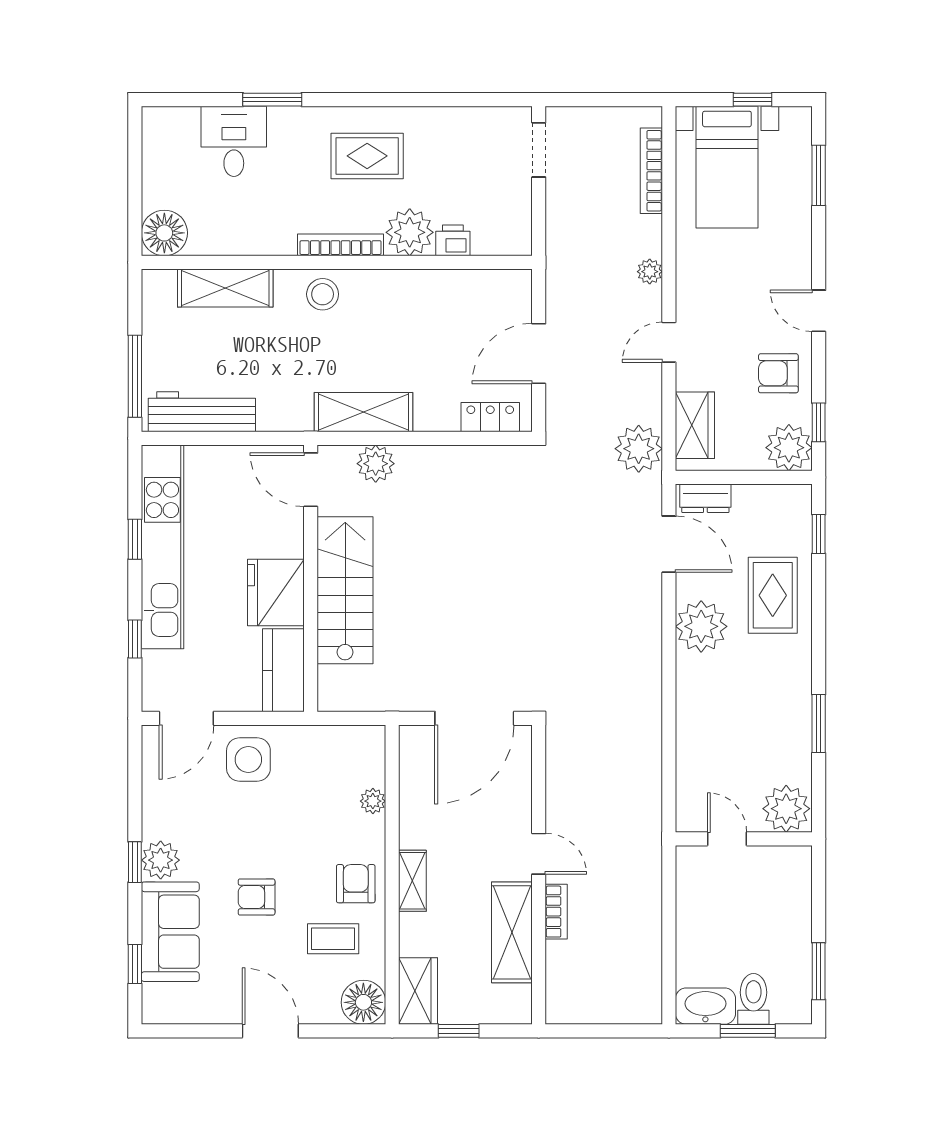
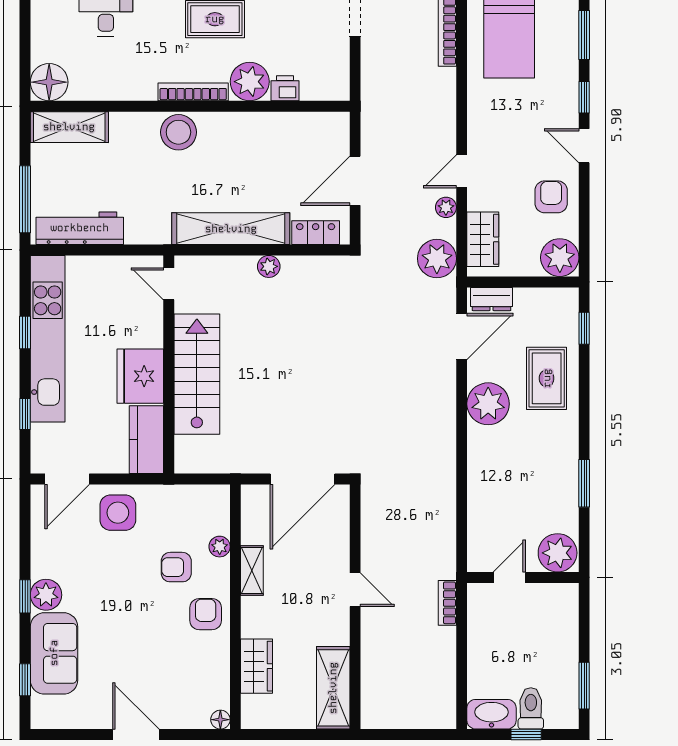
plant: (650, 272) -> (446, 207), moved
shelving: (225, 288) -> (69, 127), moved
stool: (323, 294) -> (178, 132), width x1.38, depth x1.38
armchair: (778, 373) -> (551, 197), turned 90
shelving: (364, 412) -> (231, 229), width x1.47
window: (819, 422) -> (584, 97), moved
plant: (376, 464) -> (269, 266), moved, width x0.73, depth x0.73
door: (311, 480) -> (169, 284), width x0.73
door: (669, 544) -> (462, 337), hinge flipped
door: (727, 839) -> (509, 577), hinge flipped
shelving: (412, 881) -> (252, 570), moved
armchair: (257, 897) -> (176, 567), moved
bookcase: (556, 912) -> (447, 603), moved, turned 180
shelving: (512, 932) -> (333, 688), moved
coffee table: (333, 939) -> (187, 659), removed
wardrobe: (418, 991) -> (257, 666), moved
floor lamp: (363, 1002) -> (220, 720), width x0.53, depth x0.53
window: (459, 1031) -> (290, 735), removed
window: (748, 1031) -> (526, 735), width x0.67

